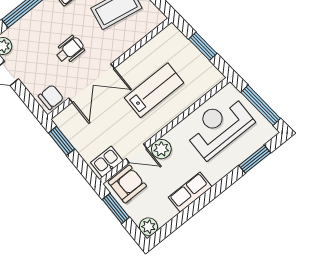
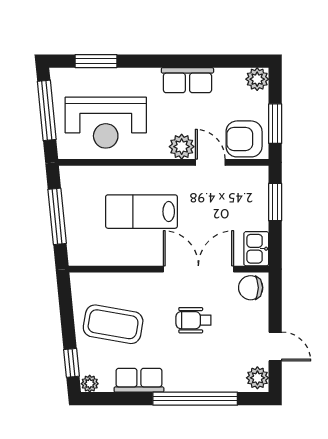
window: (203, 46) -> (57, 216), width x1.44
window: (62, 141) -> (275, 202), moved
kitchen sink: (107, 162) -> (256, 249), moved, turned 90

